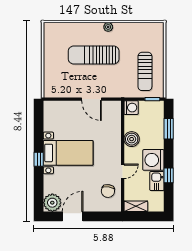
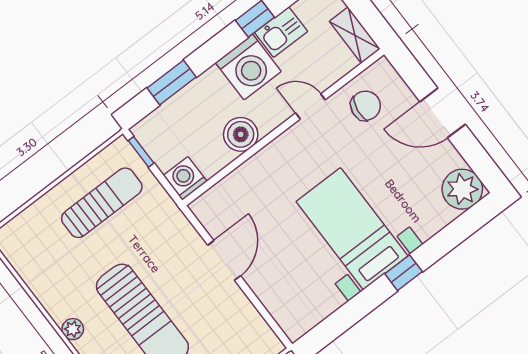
door: (73, 216) -> (443, 113), moved

